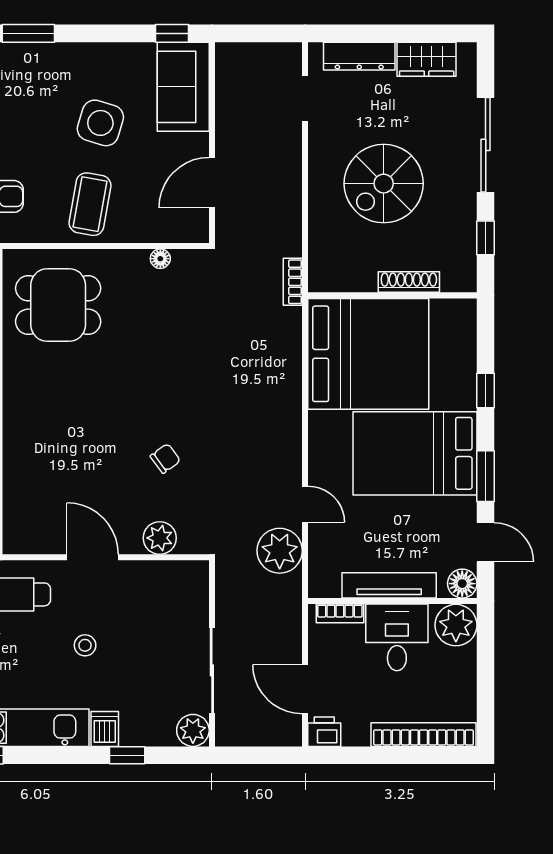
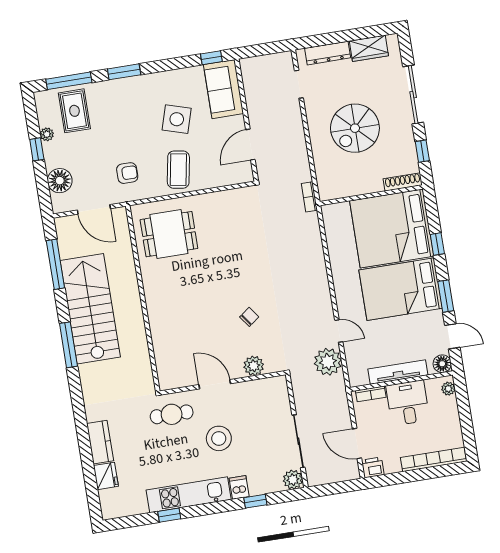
floor lamp: (160, 259) -> (226, 196), removed
shoe rack: (409, 282) -> (403, 182), moved
bed: (368, 354) -> (392, 228), moved, turned 180
plant: (456, 625) -> (448, 389), width x0.53, depth x0.53
stool: (85, 645) -> (219, 438), width x1.89, depth x1.89

